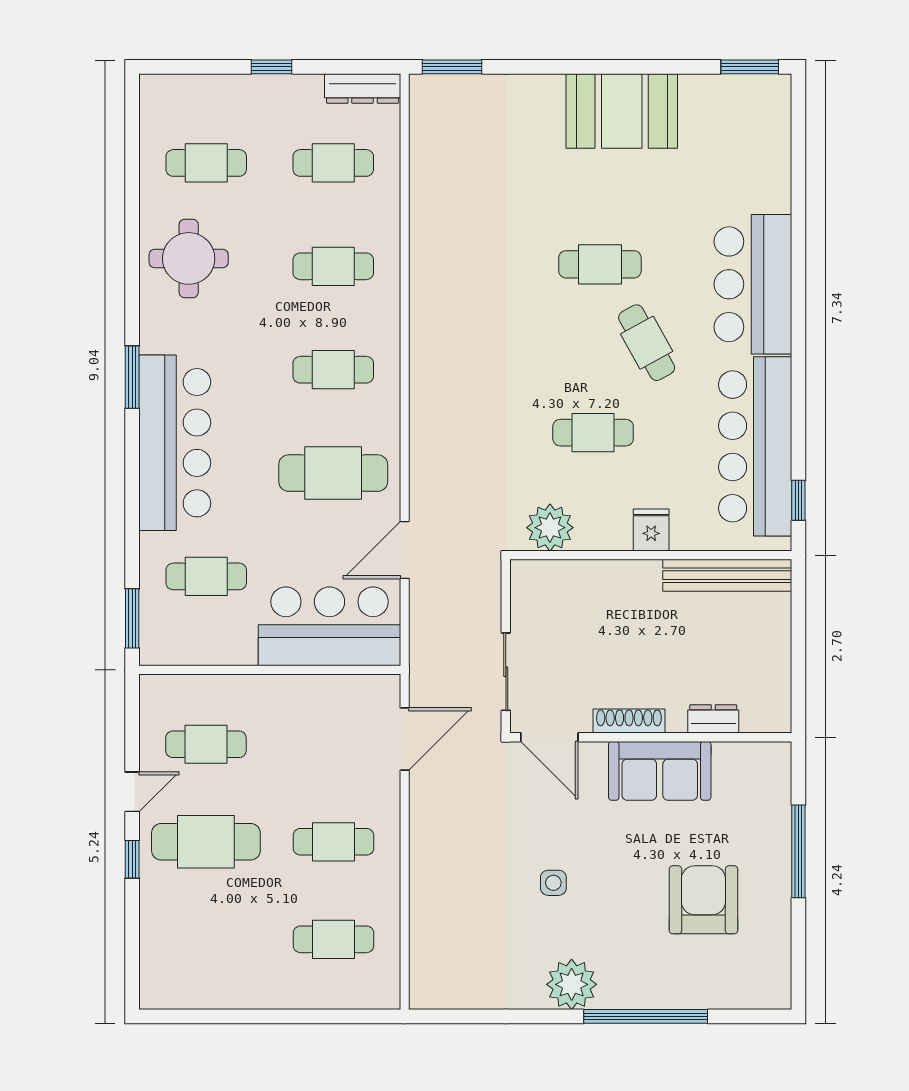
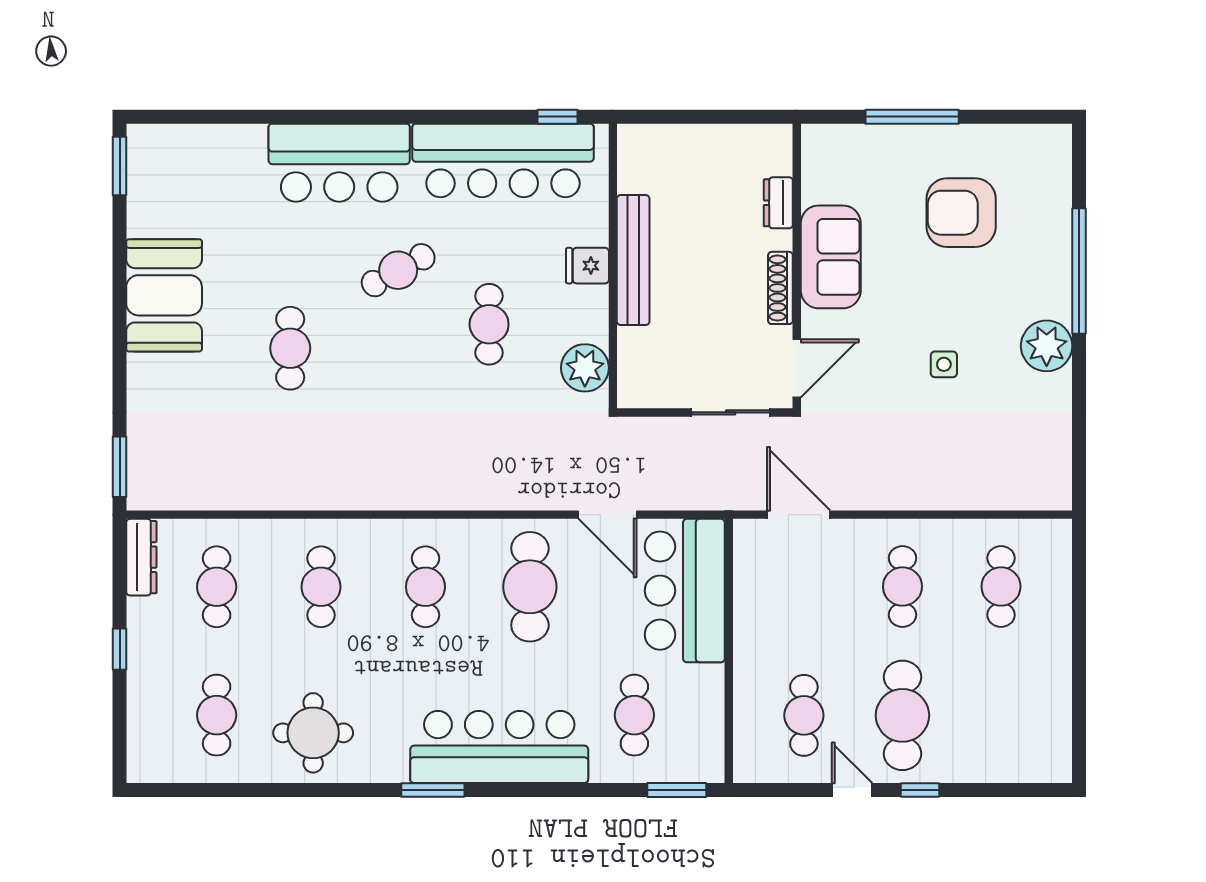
cafe table: (600, 264) -> (290, 348), moved
bench: (727, 575) -> (633, 260), moved

